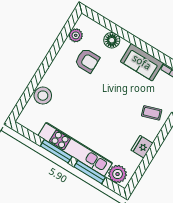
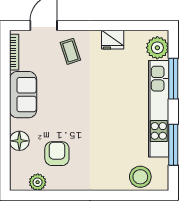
stool: (43, 96) -> (140, 177), moved
window: (56, 151) -> (173, 145), moved

